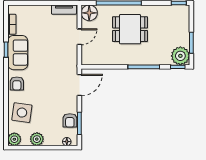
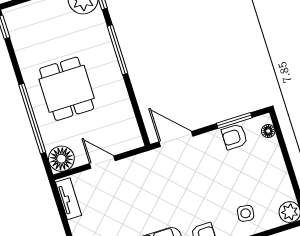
side table: (22, 113) -> (246, 213), width x0.54, depth x0.54
armchair: (70, 120) -> (234, 137), turned 180
plant: (37, 139) -> (279, 178), removed

